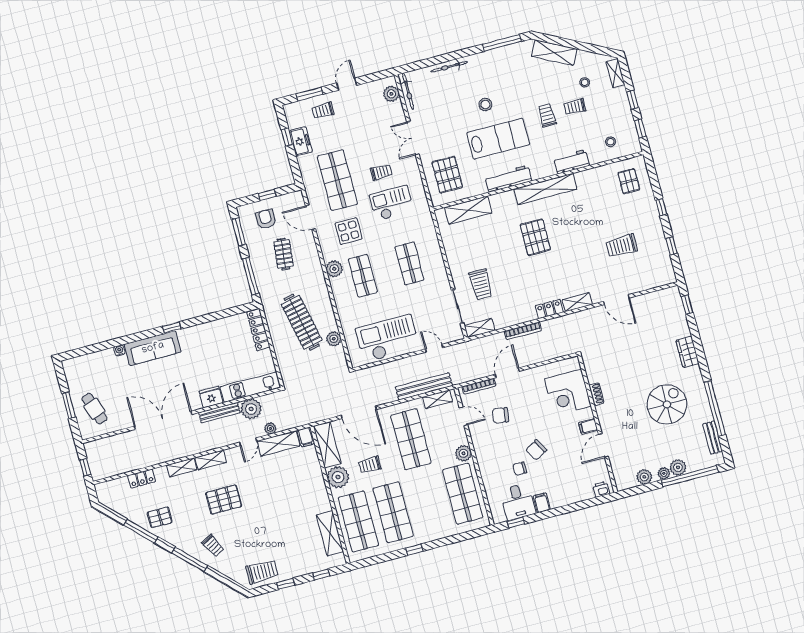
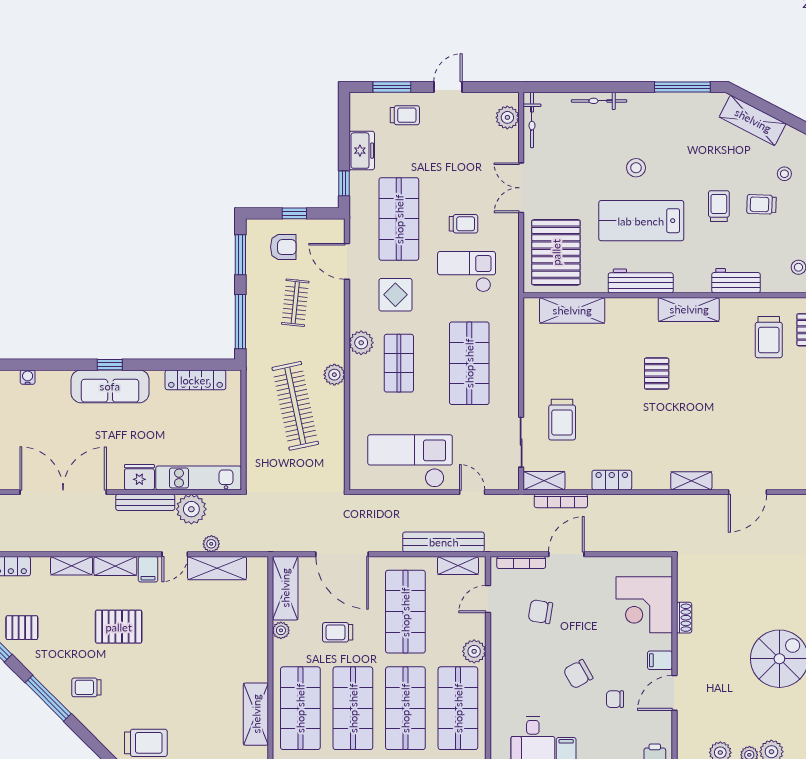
trolley: (323, 110) -> (405, 115), turned 180
window: (287, 137) -> (344, 183), moved
lab bench: (498, 139) -> (641, 221), turned 180
pallet: (447, 175) -> (556, 252), width x1.37, depth x1.41
shelving: (545, 189) -> (689, 309), width x0.68
armchair: (266, 219) -> (283, 247), turned 90
pallet: (535, 237) -> (657, 374), width x0.67, depth x0.71
trolley: (622, 246) -> (769, 337), moved, turned -90
shop shelf: (409, 263) -> (469, 363), width x1.43, depth x1.36
door: (616, 300) -> (748, 492), hinge flipped
locker: (549, 309) -> (612, 480), moved
locker: (258, 330) -> (195, 380), moved, turned -90
bookcase: (523, 331) -> (561, 501), moved
plant: (334, 339) -> (334, 375), moved
sofa: (153, 348) -> (110, 386), moved
door: (463, 416) -> (488, 599), swing flipped
filing cabinet: (306, 437) -> (148, 569), moved
chair: (520, 469) -> (615, 699), moved
plant: (338, 477) -> (281, 630), width x0.53, depth x0.53
shop shelf: (428, 503) -> (405, 708), added
trolley: (213, 546) -> (86, 687), turned 118

